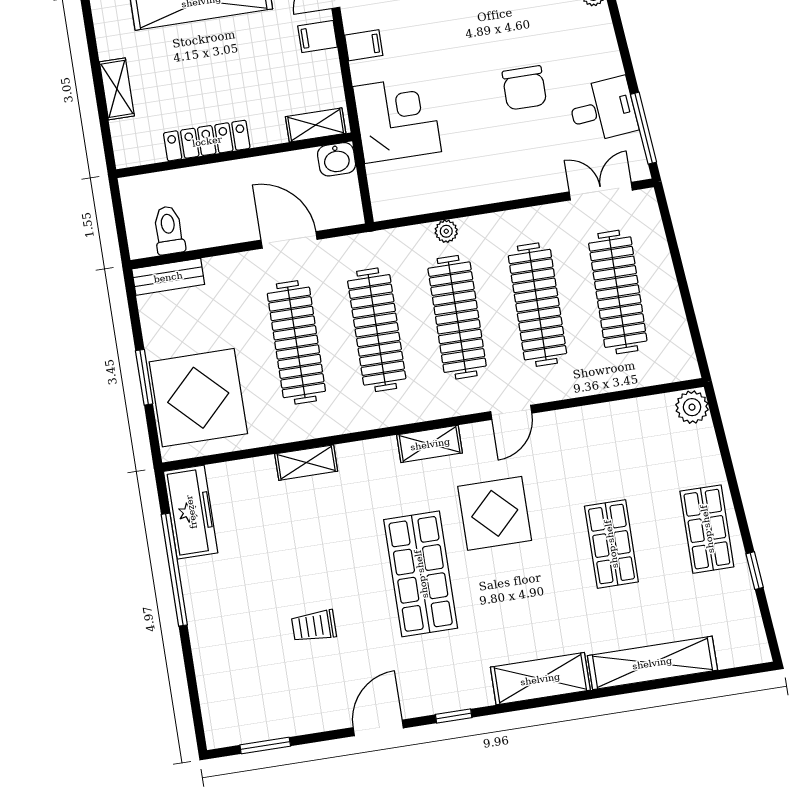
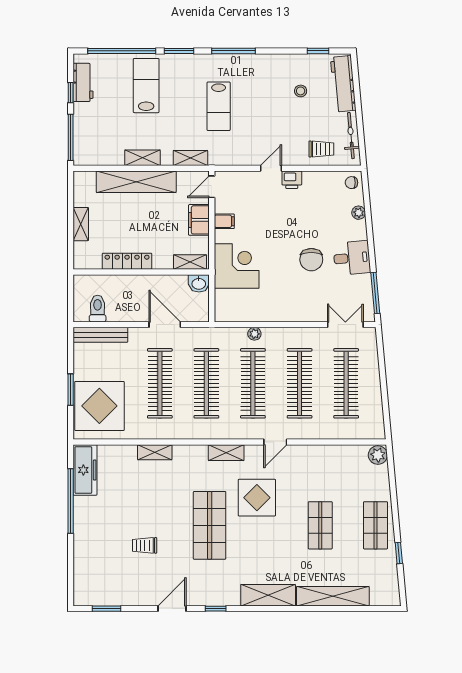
filing cabinet: (318, 36) -> (199, 220), width x2.00
desk: (603, 110) -> (352, 258), moved
bench: (168, 277) -> (100, 335), width x1.36

